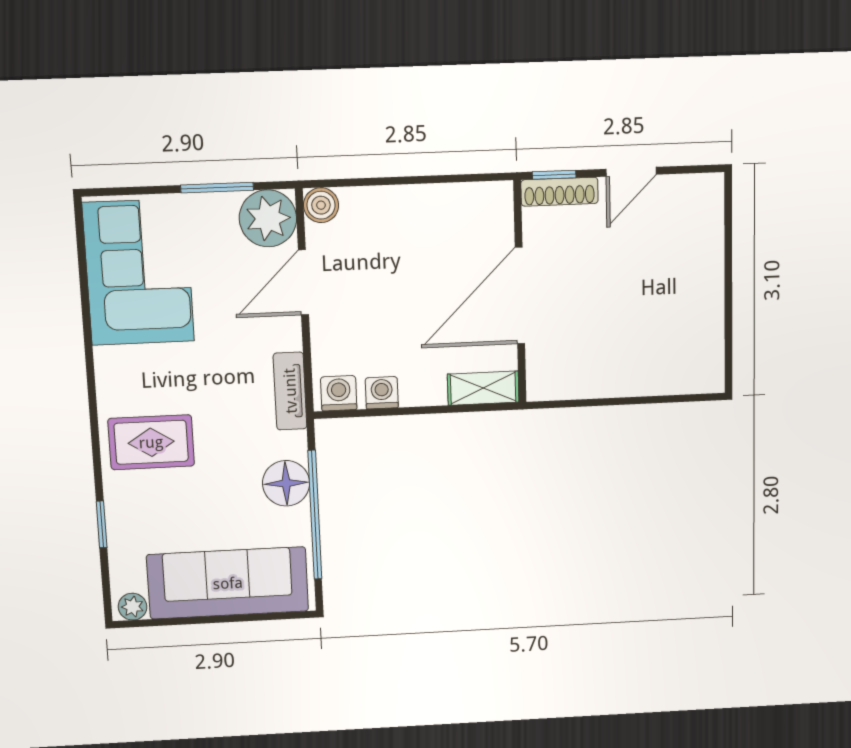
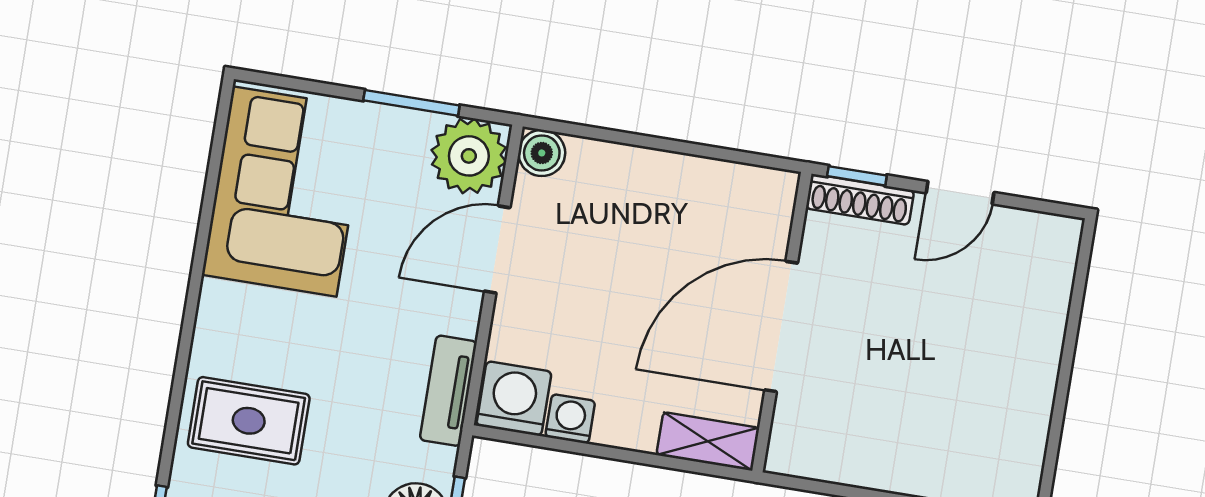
washing machine: (339, 393) -> (514, 399), width x1.38, depth x1.38

